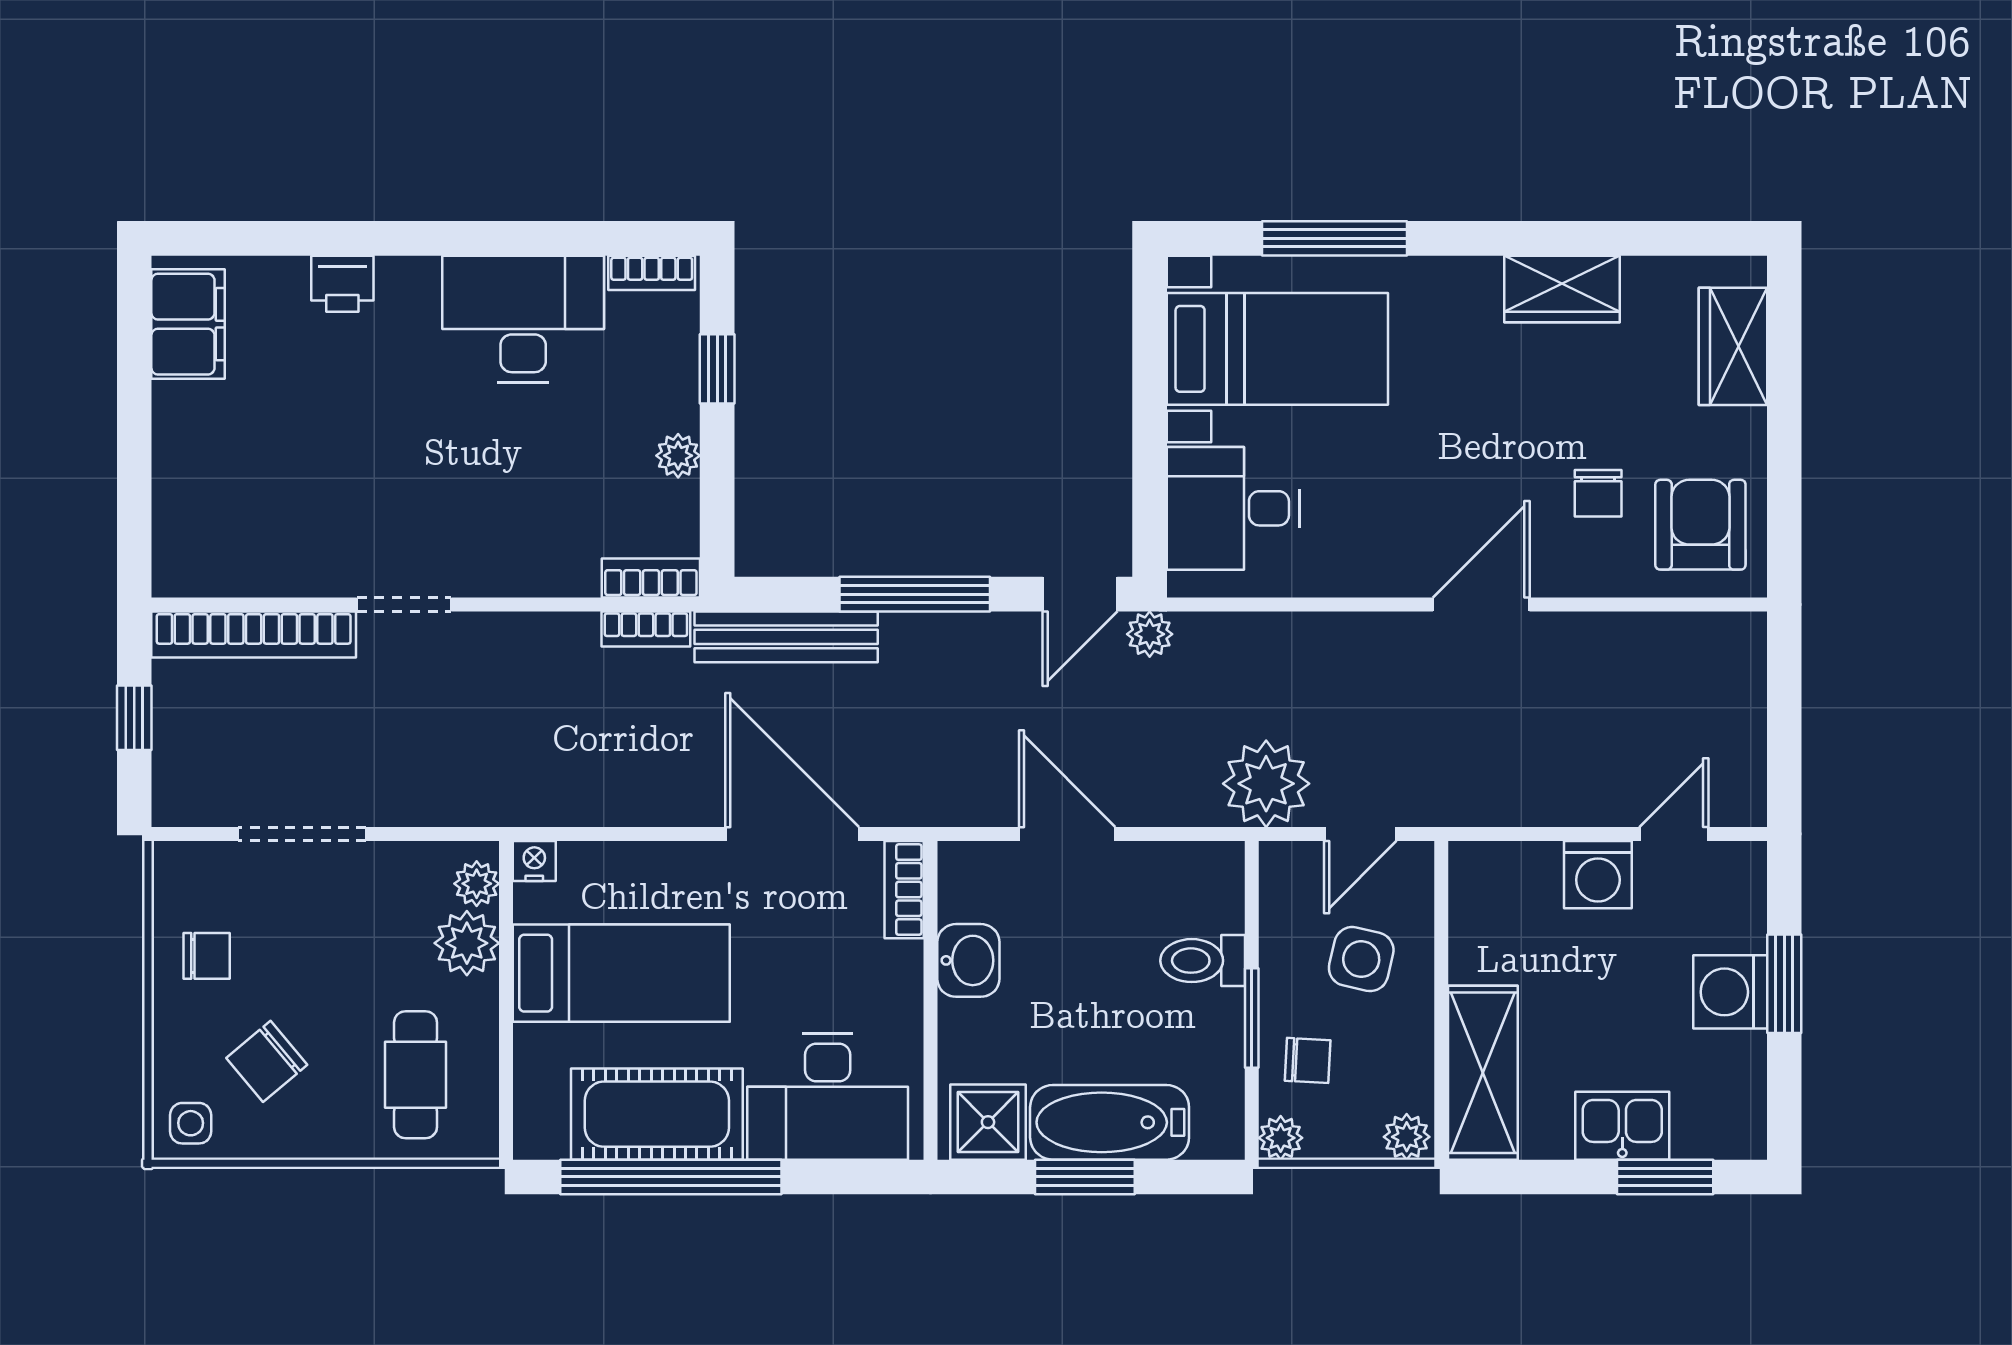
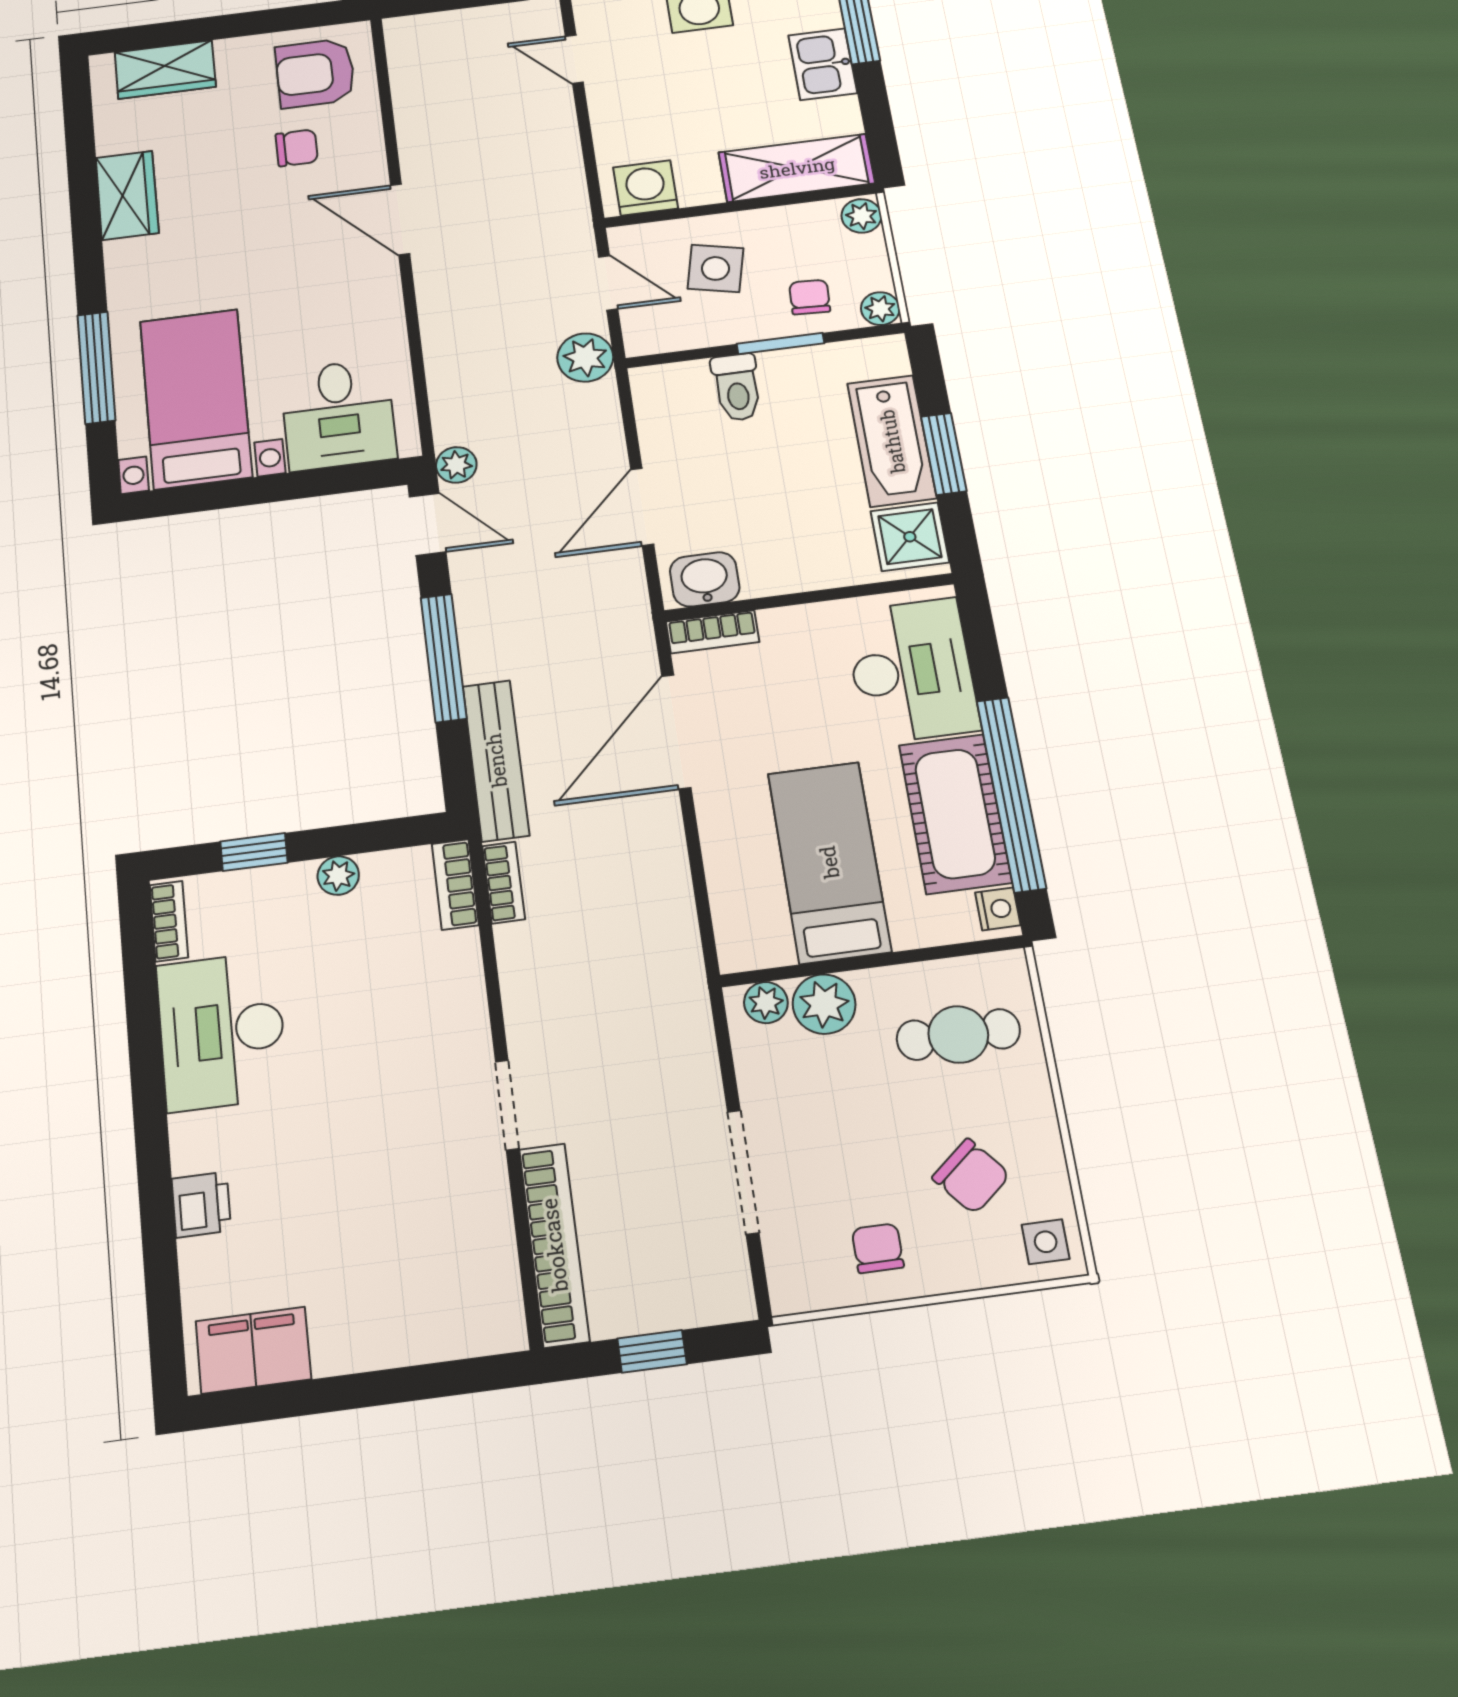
plant: (1266, 784) -> (585, 357), width x0.73, depth x0.73
nightstand: (534, 861) -> (998, 909), moved, turned 180
washing machine: (1598, 875) -> (646, 188), moved, turned -90
washbasin: (968, 960) -> (705, 579), moved

